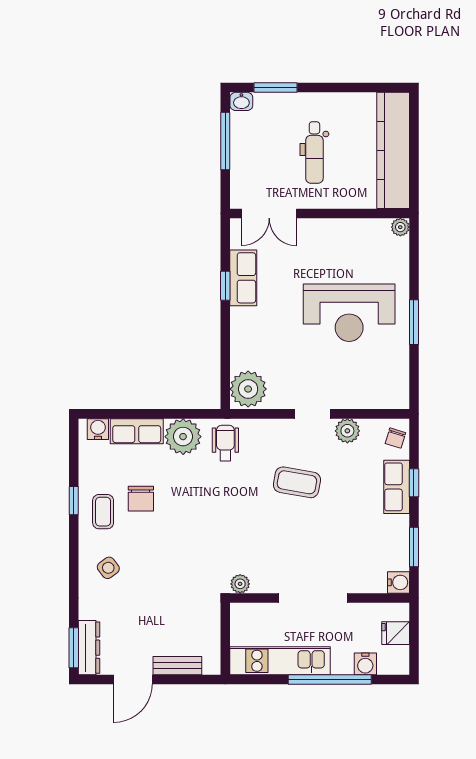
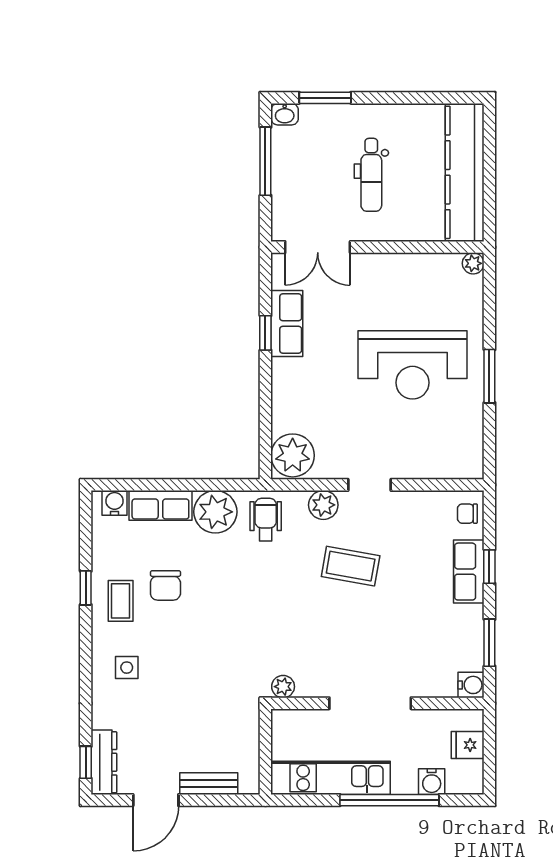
plant: (347, 431) -> (323, 505), moved
chair: (395, 438) -> (467, 514), turned 73
side table: (108, 568) -> (127, 668), turned 37
window: (74, 648) -> (86, 762), width x0.67

